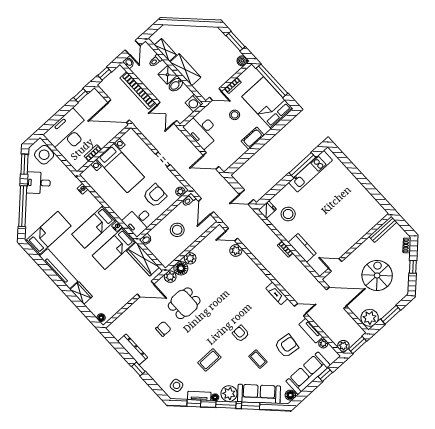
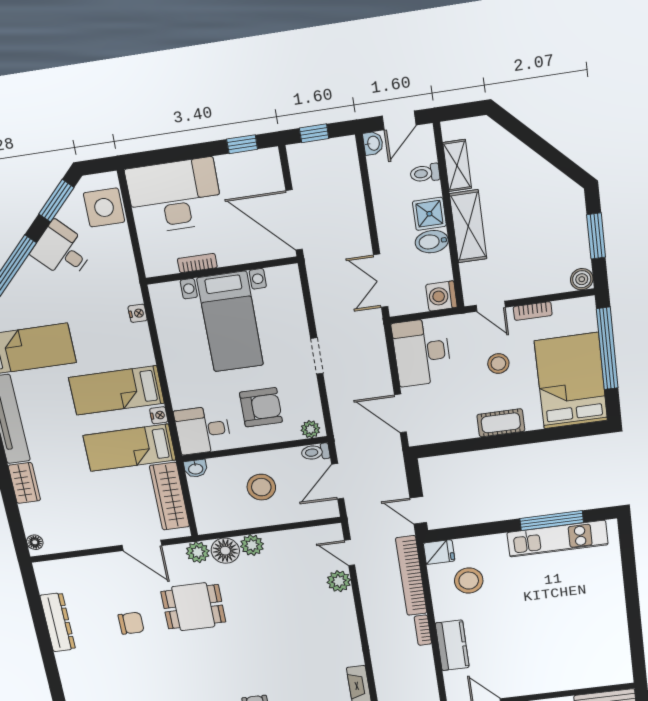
bookcase: (138, 90) -> (411, 576), moved
window: (138, 369) -> (48, 656), removed

